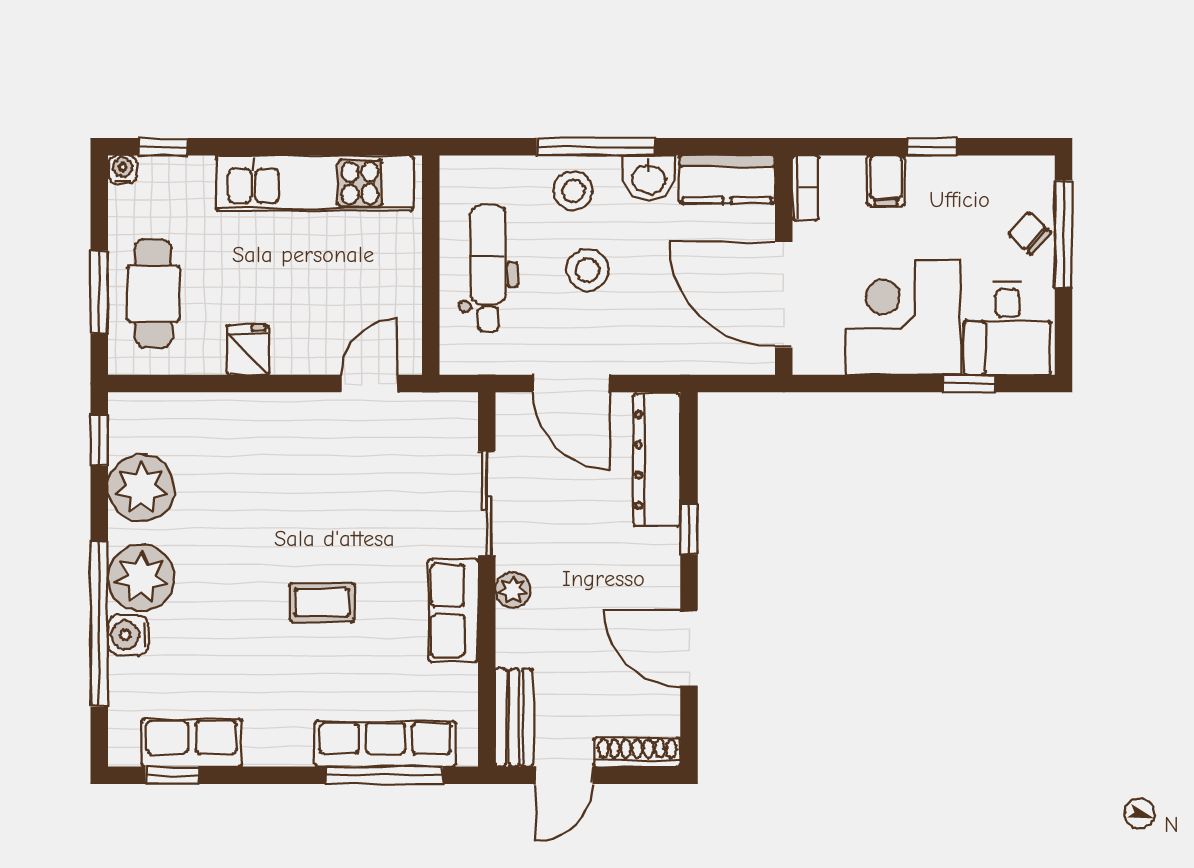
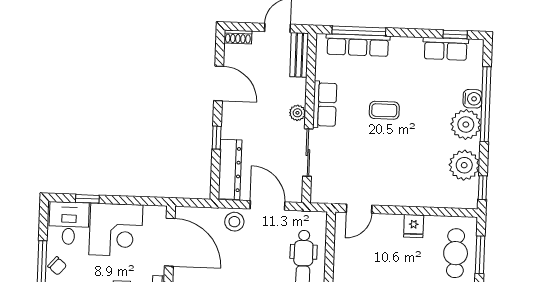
stool: (587, 270) -> (234, 222), moved
shoe rack: (637, 752) -> (238, 37), width x0.70

